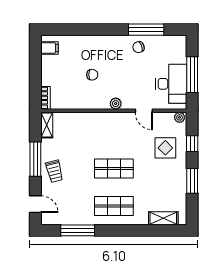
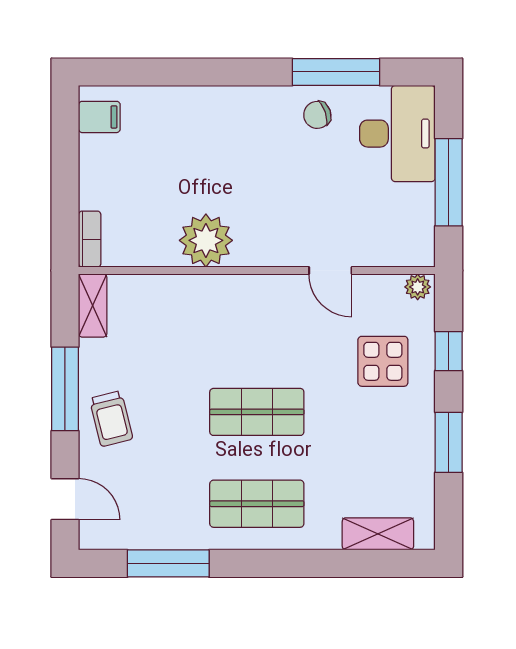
chair: (92, 75) -> (204, 182), removed
desk: (171, 84) -> (397, 134), moved
plant: (116, 104) -> (206, 240), moved, width x1.88, depth x1.88

